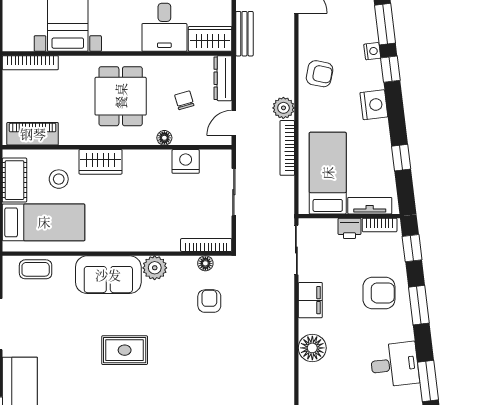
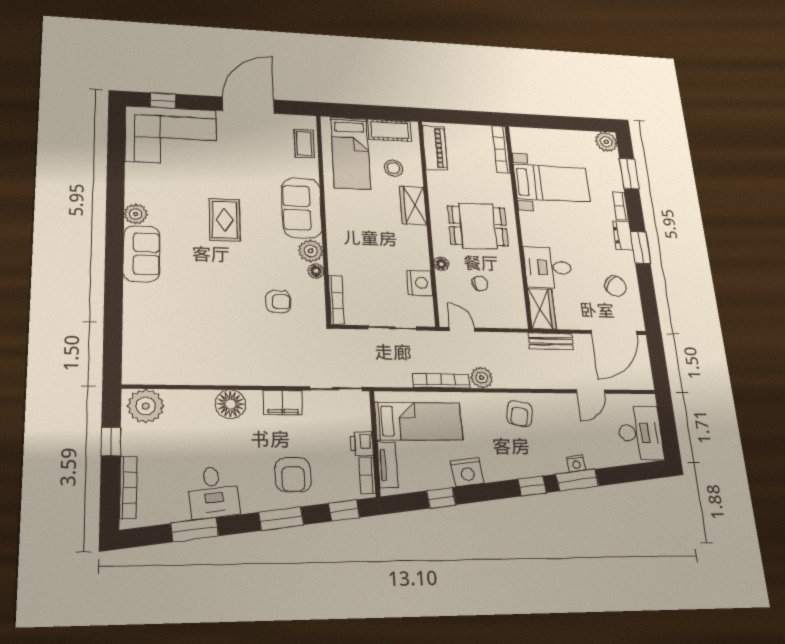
nightstand: (372, 51) -> (576, 464), moved
dresser: (223, 78) -> (505, 320), removed
nightstand: (374, 105) -> (467, 472), moved
floor lamp: (205, 263) -> (316, 271), moved

